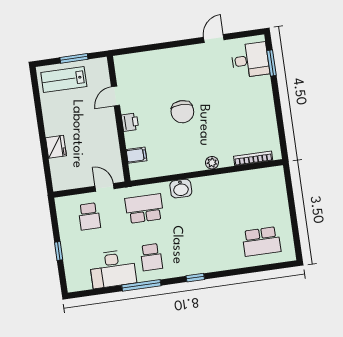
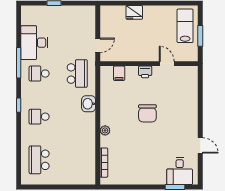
chair: (182, 112) -> (147, 113), turned -90
school desk: (89, 216) -> (39, 117), moved

